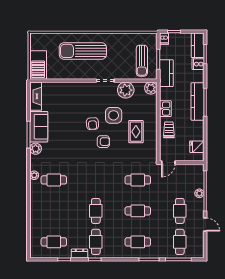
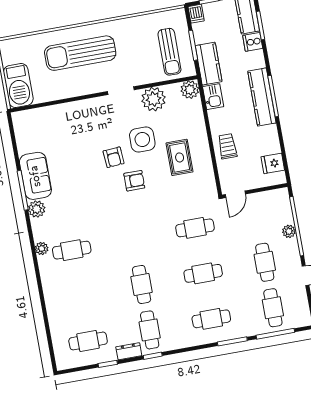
fireplace: (36, 96) -> (23, 132), removed
kitchen sink: (165, 109) -> (213, 97), moved

